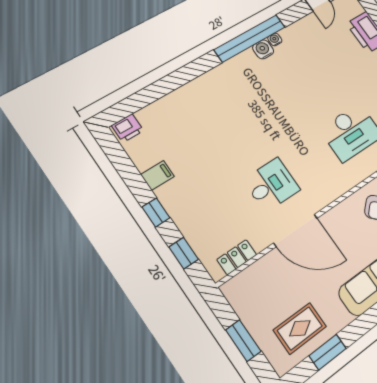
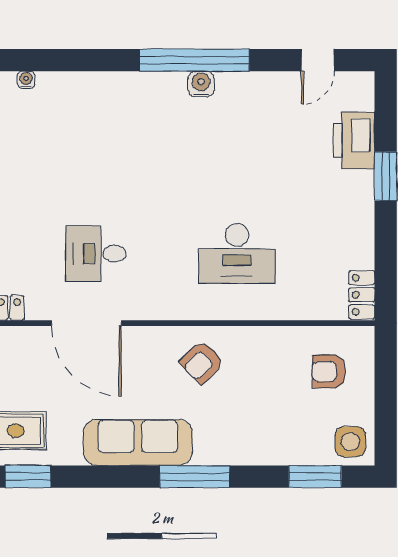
water cooler: (275, 39) -> (26, 80), moved
desk: (272, 185) -> (96, 254), turned 180

